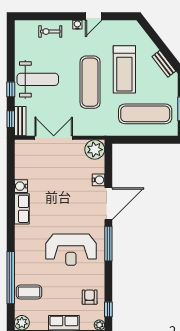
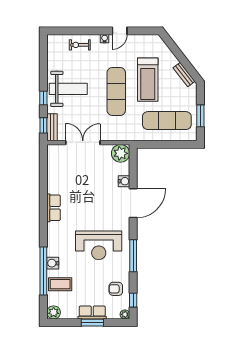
water cooler: (21, 186) -> (53, 263), moved
window: (108, 244) -> (133, 256), moved
armchair: (90, 297) -> (116, 289), turned -90

